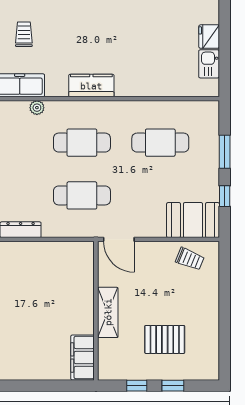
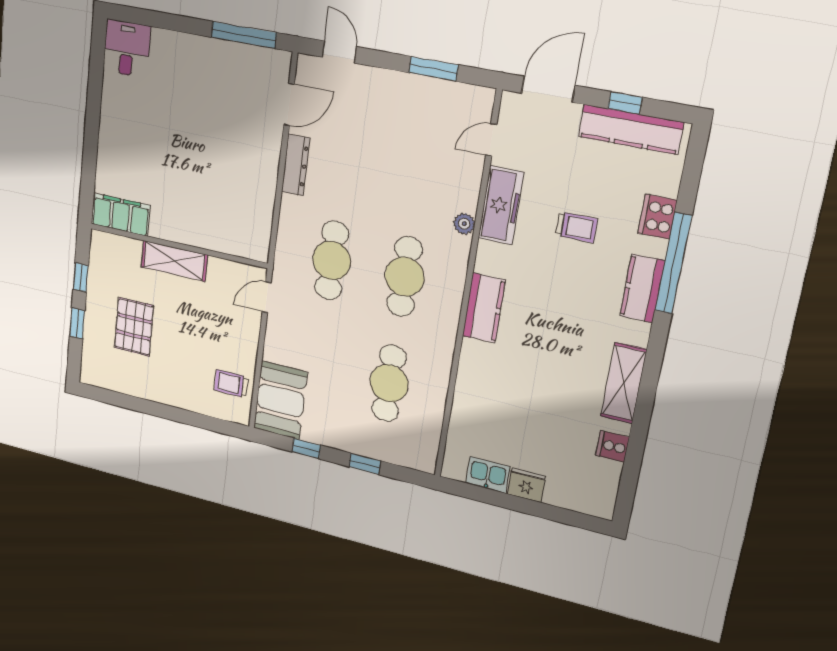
window: (225, 152) -> (365, 464), width x0.67
door: (119, 239) -> (267, 297), width x0.73
trolley: (190, 259) -> (231, 384), turned 68

